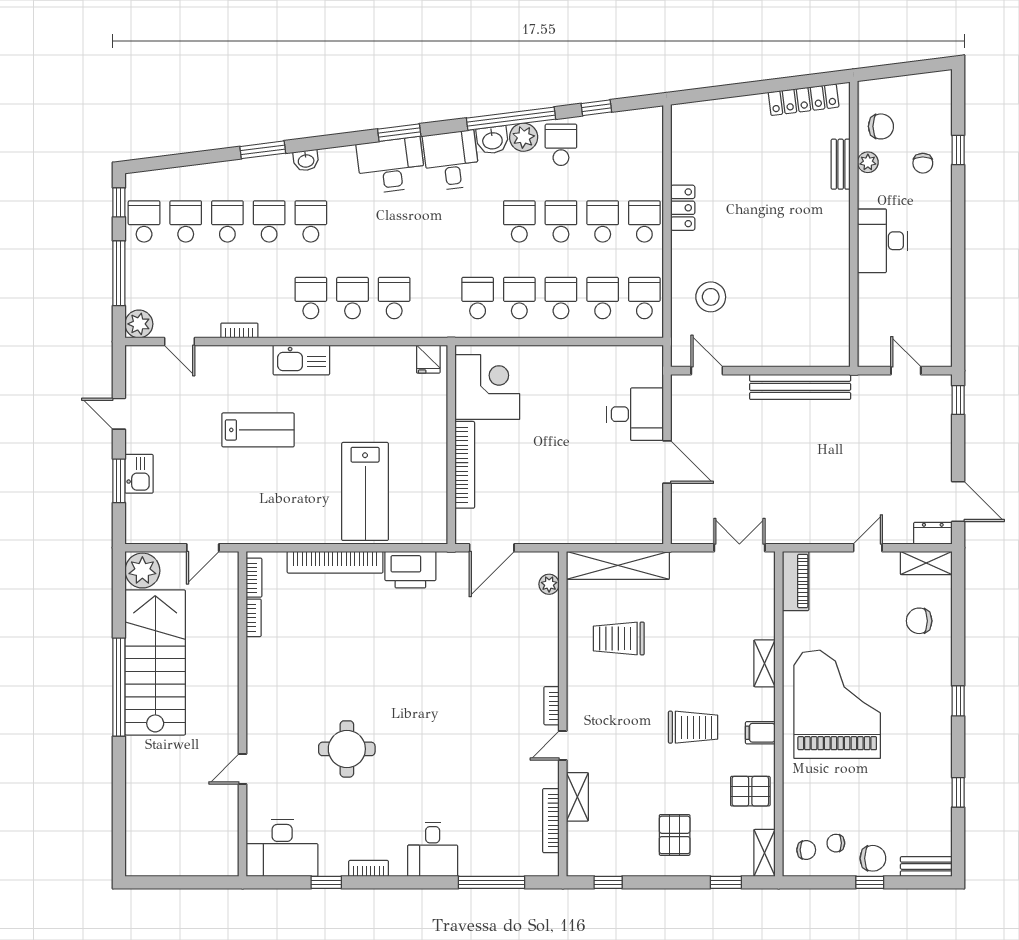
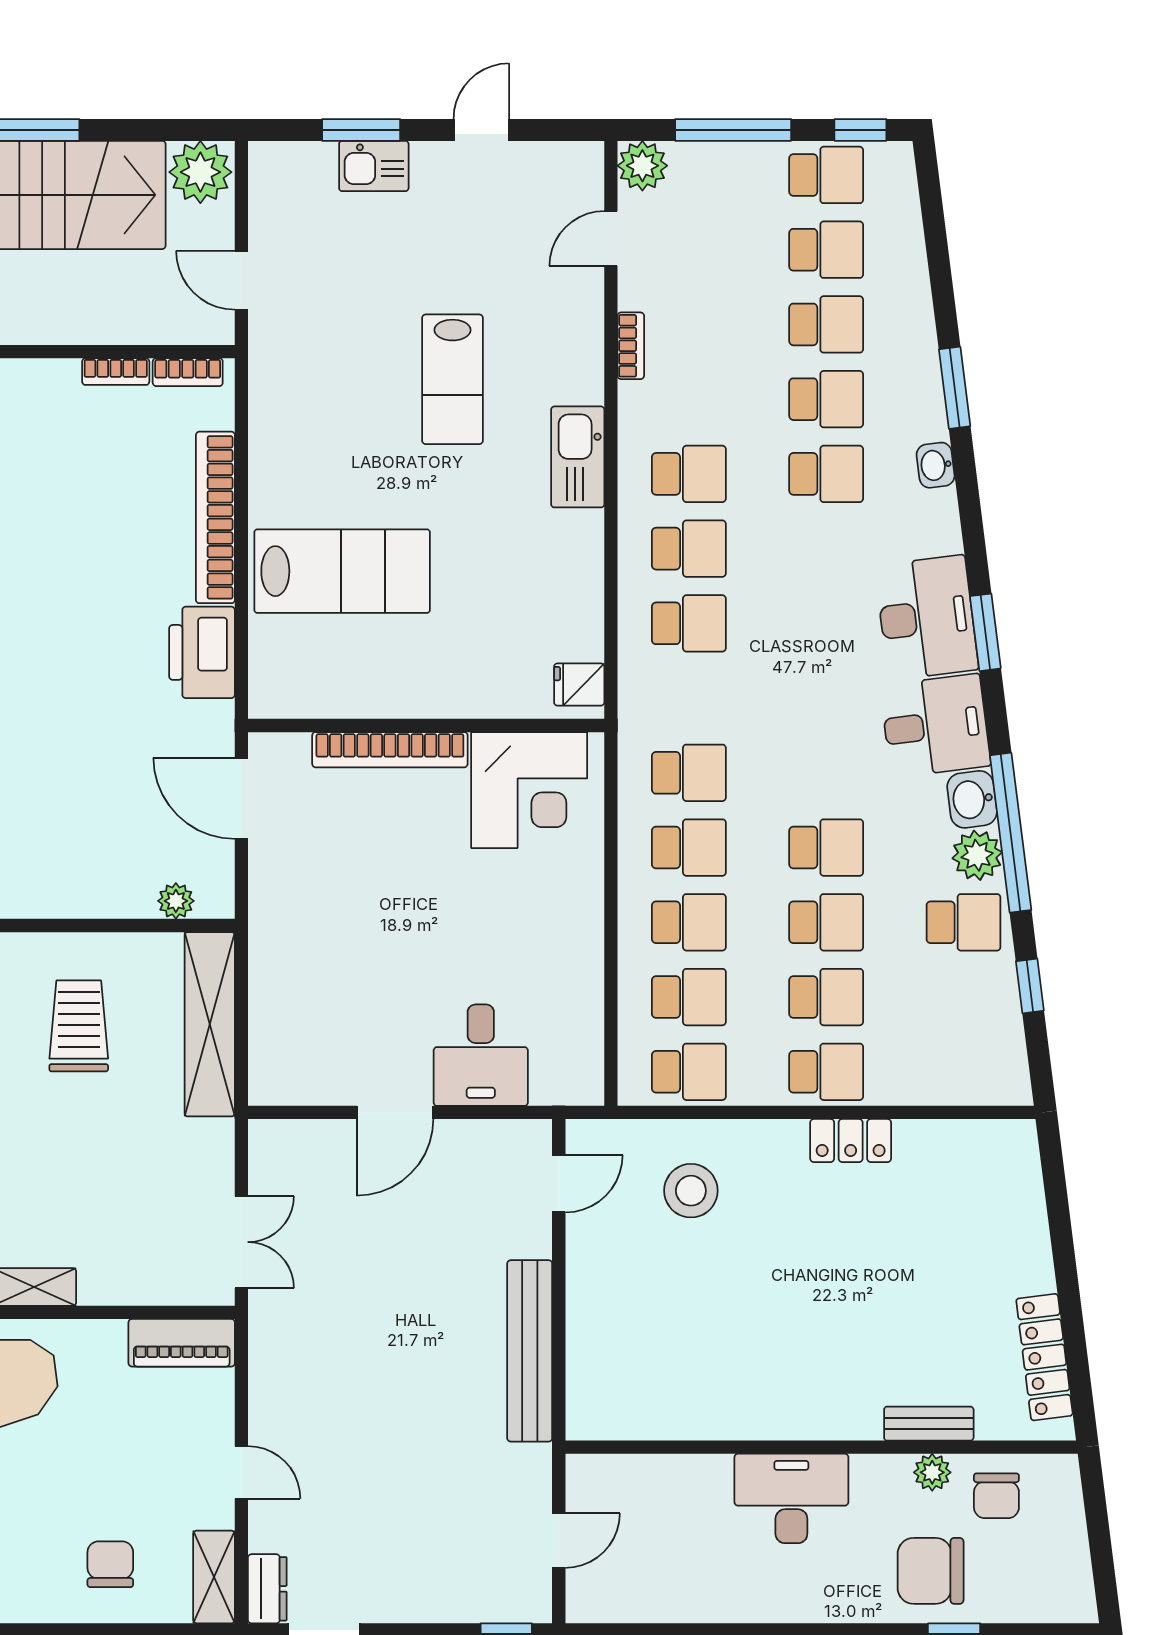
chair: (923, 163) -> (931, 1571), width x1.87, depth x1.87
lab bench: (365, 491) -> (342, 571), turned 180

